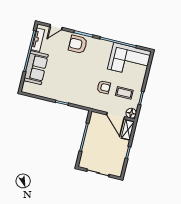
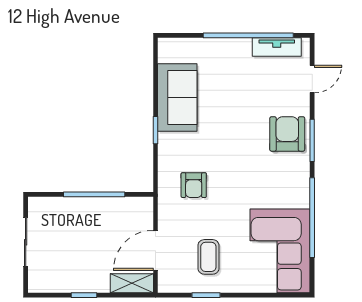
door: (56, 27) -> (312, 79), swing flipped
sofa: (36, 68) -> (177, 97), moved, turned -90
armchair: (104, 87) -> (194, 185), moved
floor lamp: (131, 113) -> (169, 282), removed

